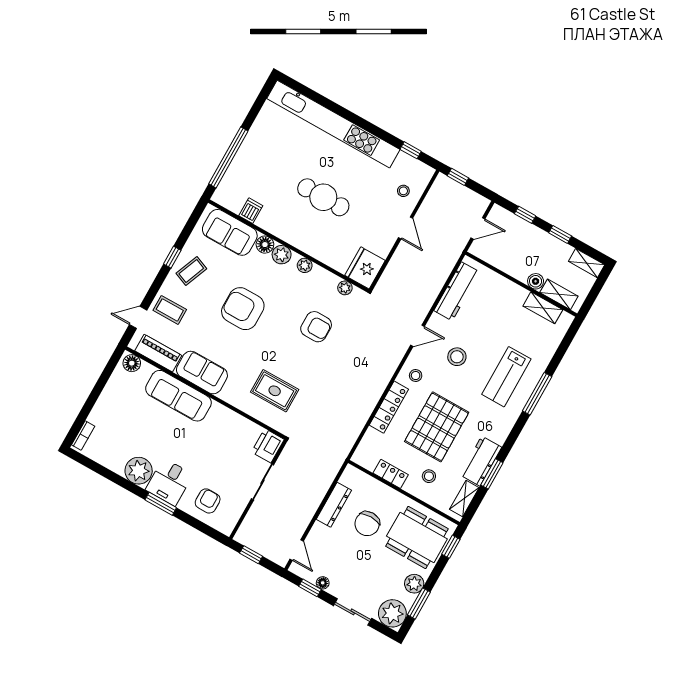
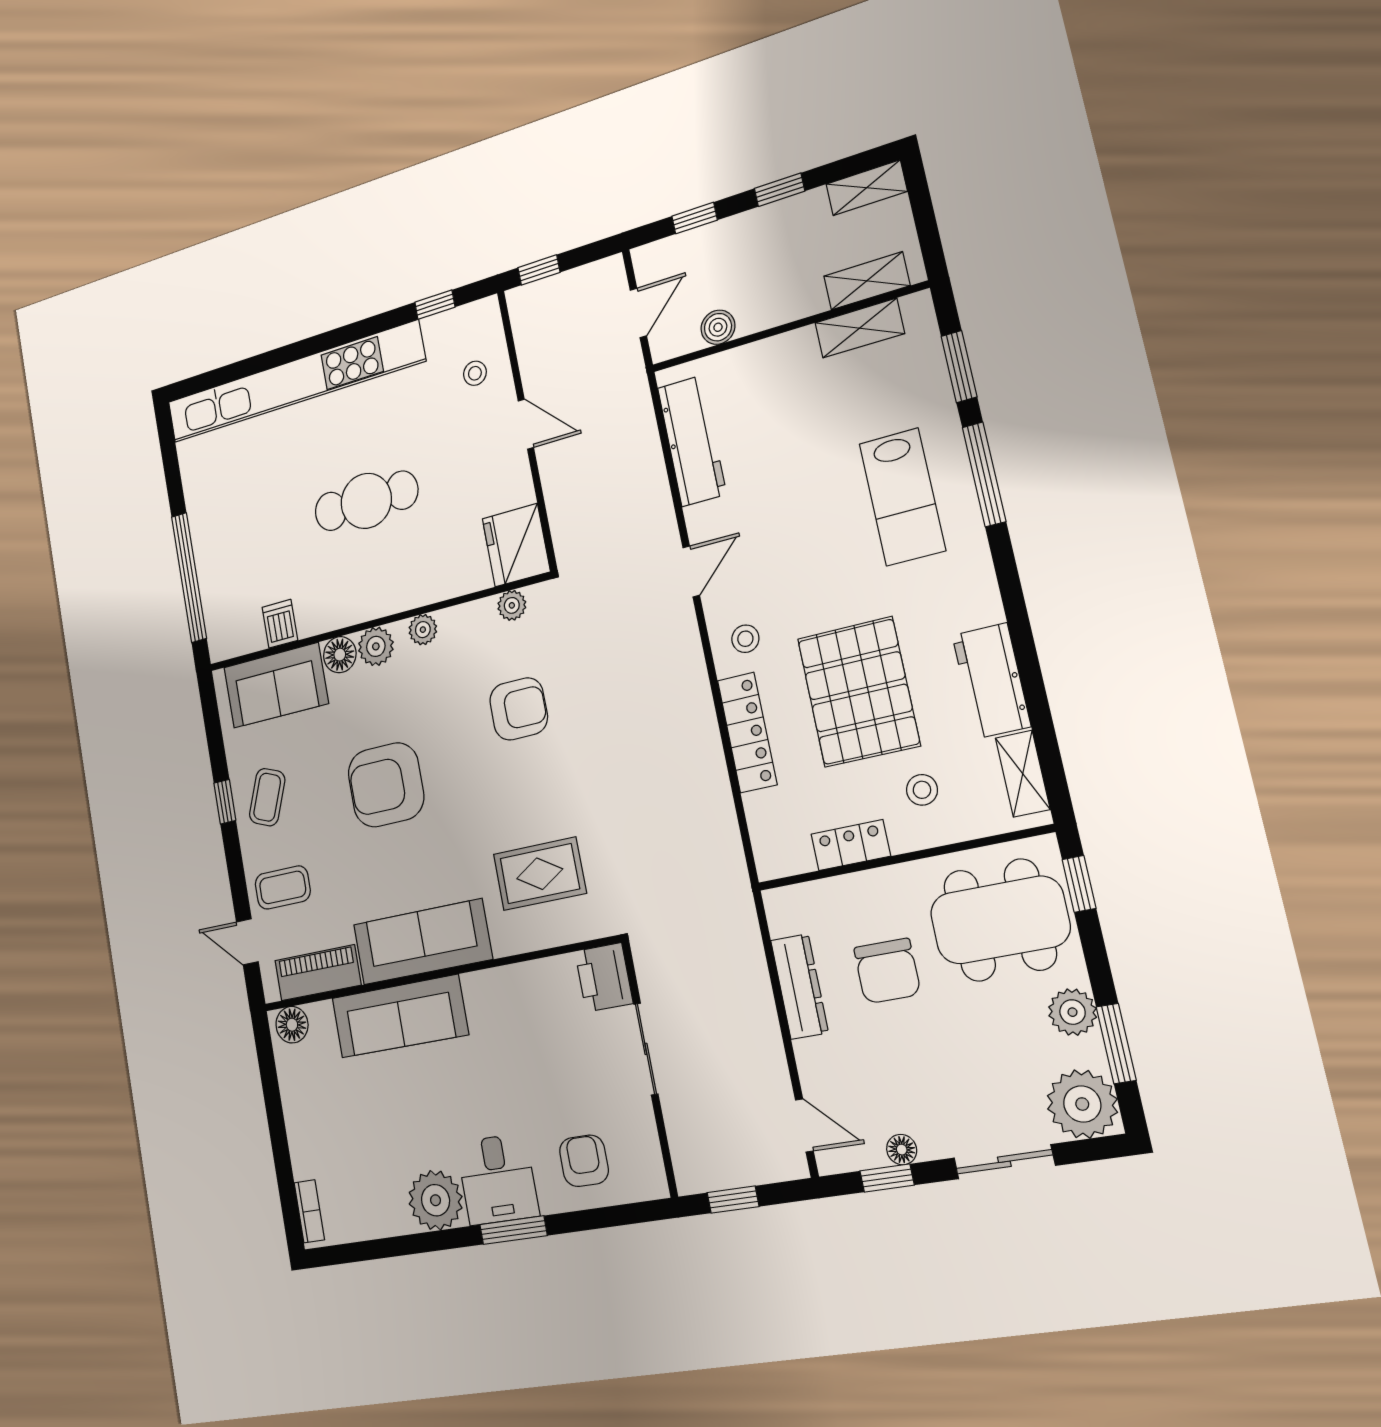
boiler: (536, 281) -> (718, 327), moved
door: (138, 317) -> (247, 942), hinge flipped
stool: (457, 357) -> (787, 544), removed
sofa: (202, 372) -> (422, 942), width x1.36
window: (492, 474) -> (959, 367), moved

